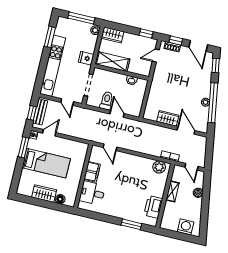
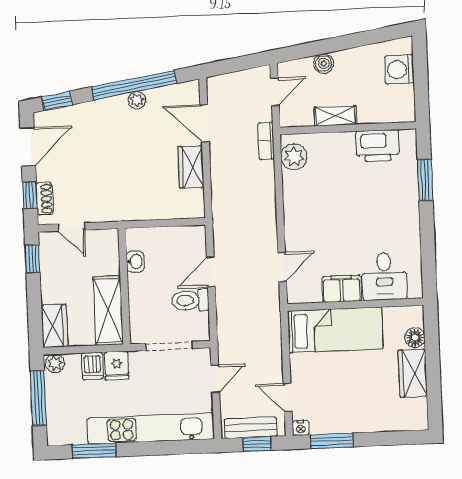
dishwasher: (89, 47) -> (92, 366), added
door: (186, 130) -> (205, 123), hinge flipped
bed: (46, 163) -> (335, 330), moved, turned 90

